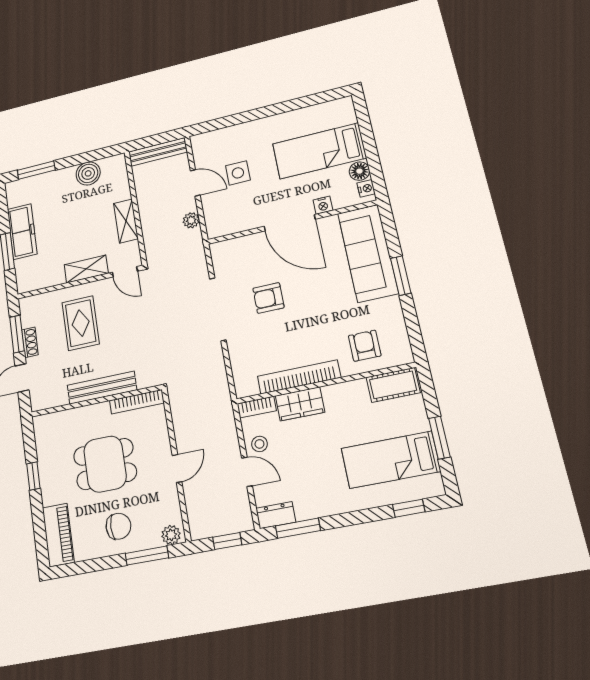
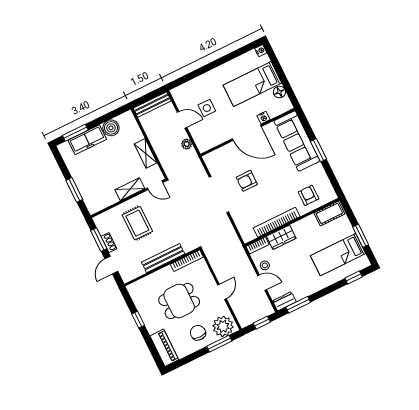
nightstand: (366, 188) -> (261, 51), moved
freezer: (22, 232) -> (87, 140), moved, turned 90
chair: (118, 526) -> (198, 333), turned -90
plant: (171, 535) -> (223, 326), width x1.87, depth x1.87

